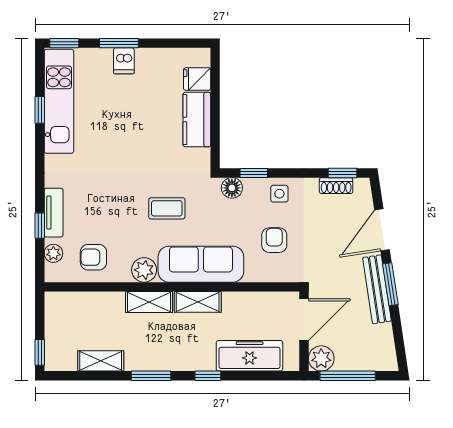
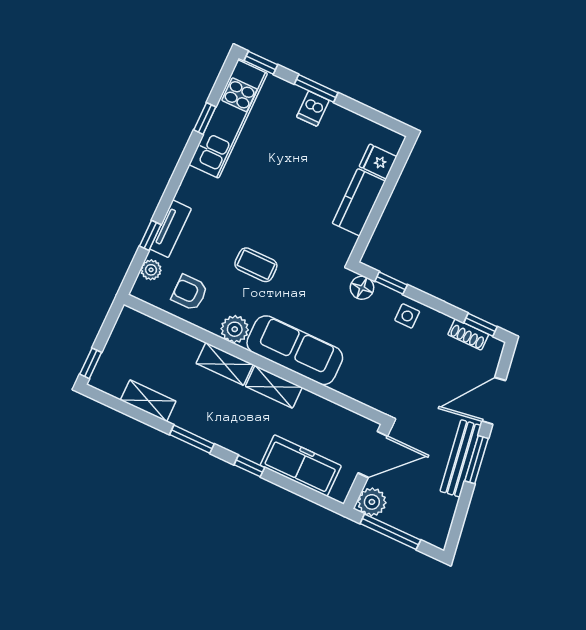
coffee table: (167, 208) -> (256, 265), moved
armchair: (274, 240) -> (380, 360), removed

